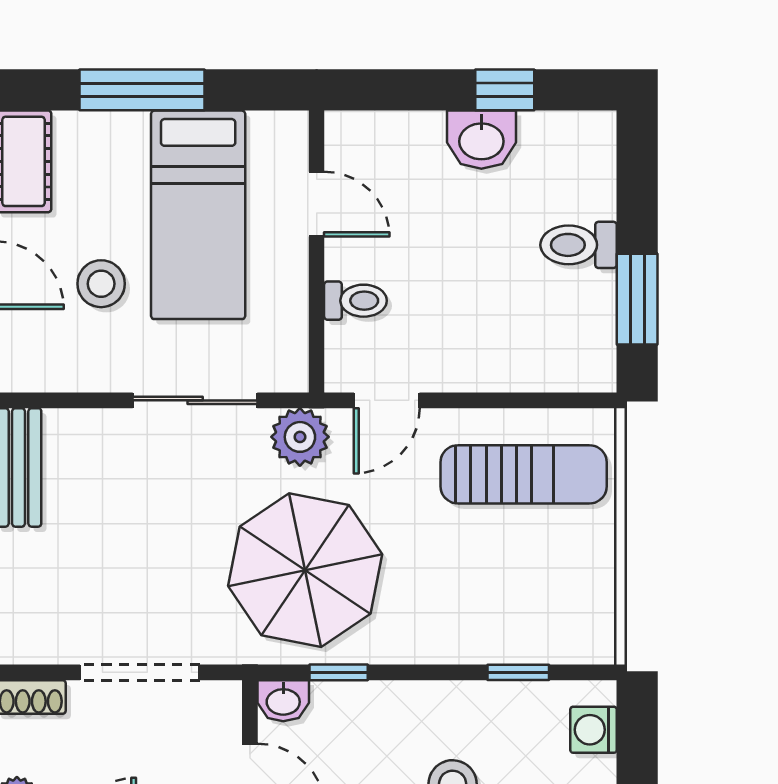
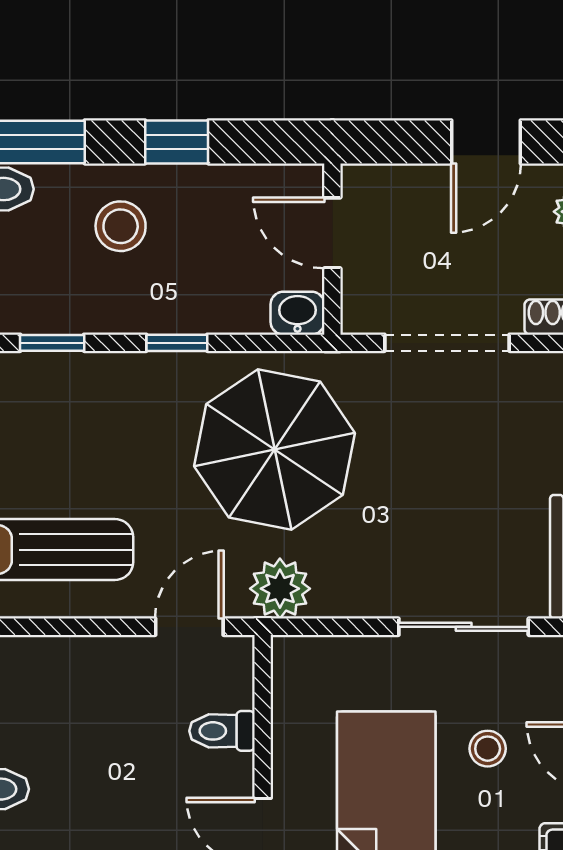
stool: (101, 284) -> (488, 749), width x0.73, depth x0.73
sliding door: (195, 400) -> (464, 627), moved
window: (339, 672) -> (177, 343), moved

